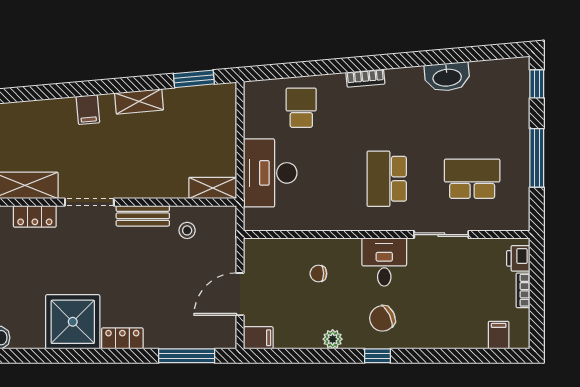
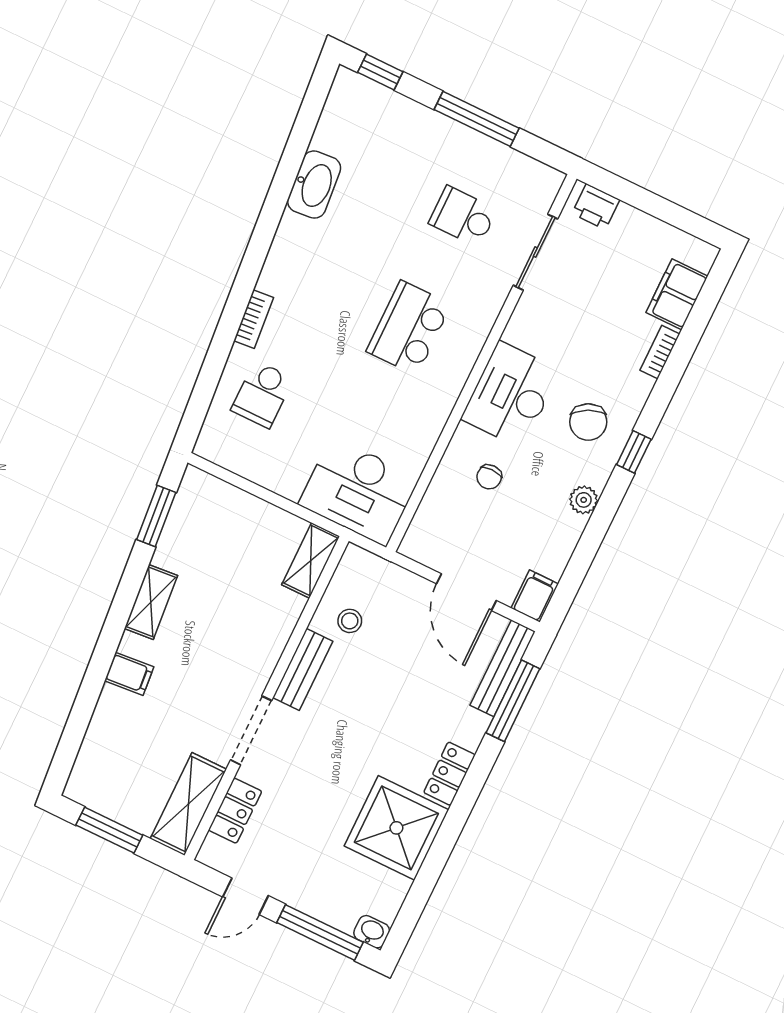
bookcase: (365, 78) -> (254, 319), moved
school desk: (301, 108) -> (262, 394), turned -90
desk: (270, 173) -> (359, 491), moved
school desk: (387, 179) -> (409, 328), turned 90
school desk: (472, 179) -> (463, 216), width x0.54
sliding door: (441, 235) -> (535, 252), moved
desk: (384, 262) -> (511, 395), width x1.37
bookcase: (523, 290) -> (660, 352), moved, turned 90
filing cabinet: (499, 335) -> (677, 294), width x2.00
bench: (204, 340) -> (503, 668), added

